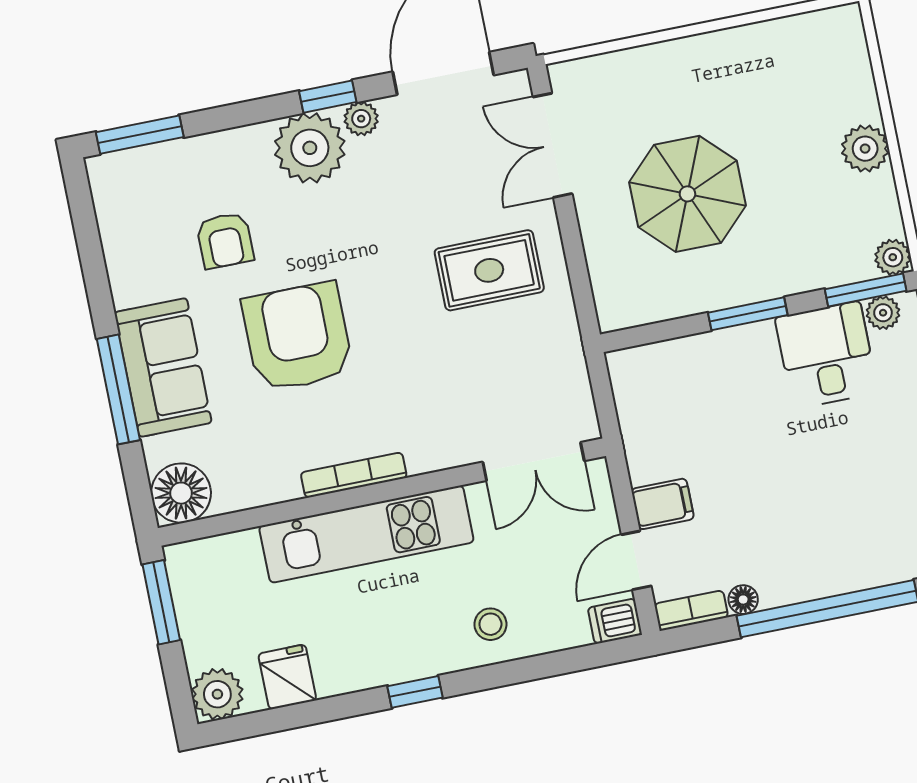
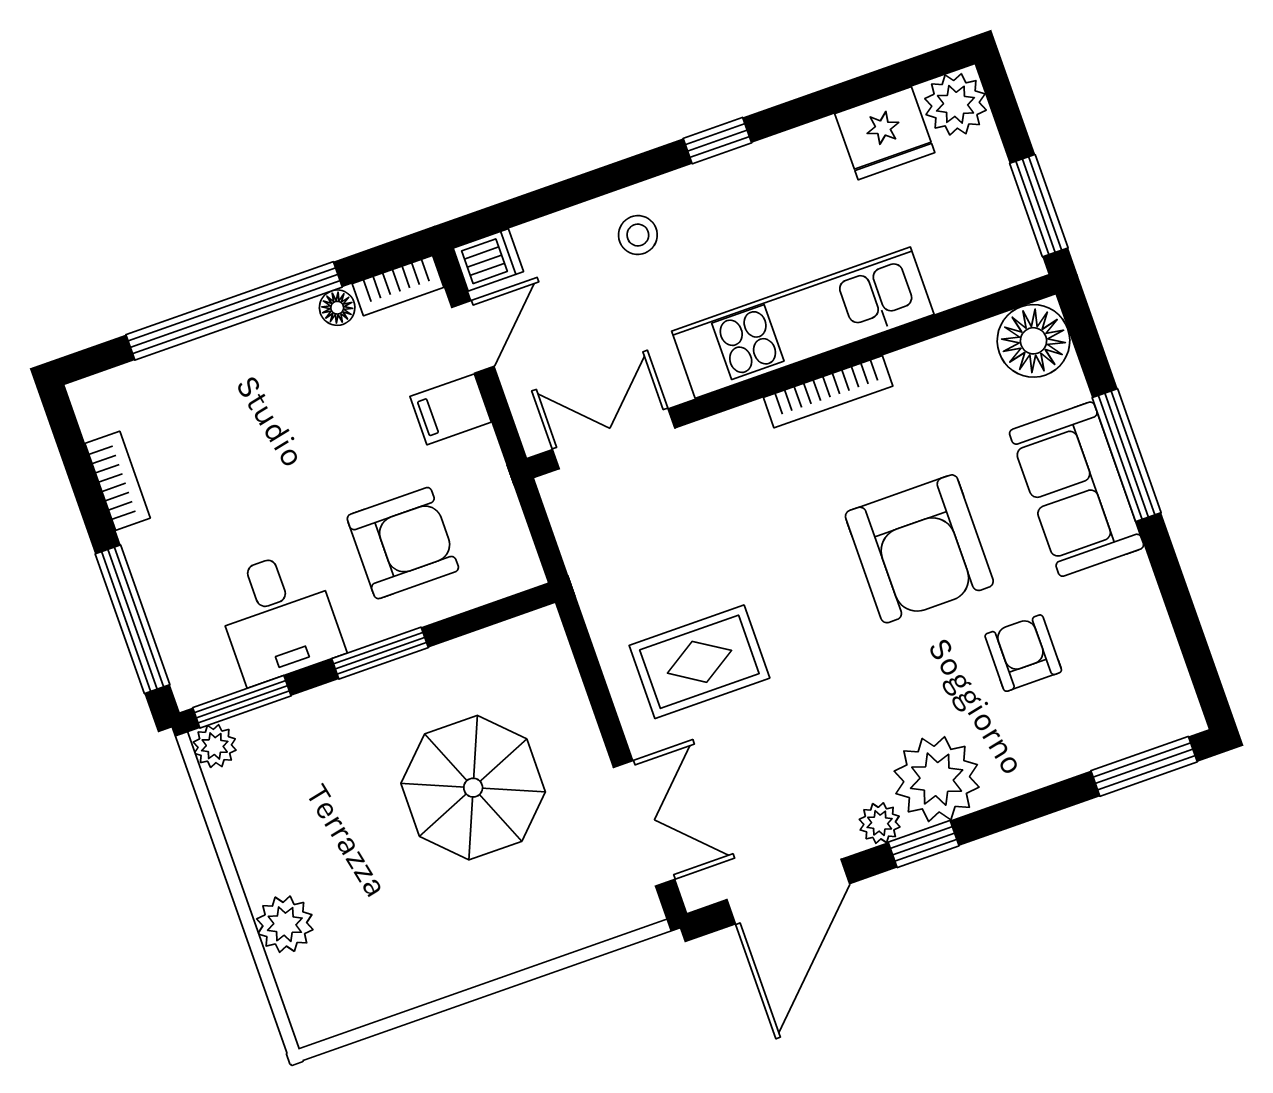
plant: (865, 149) -> (285, 924), moved
plant: (883, 313) -> (217, 677), removed
armchair: (717, 401) -> (403, 543), added
fridge: (287, 677) -> (885, 133), width x1.38

